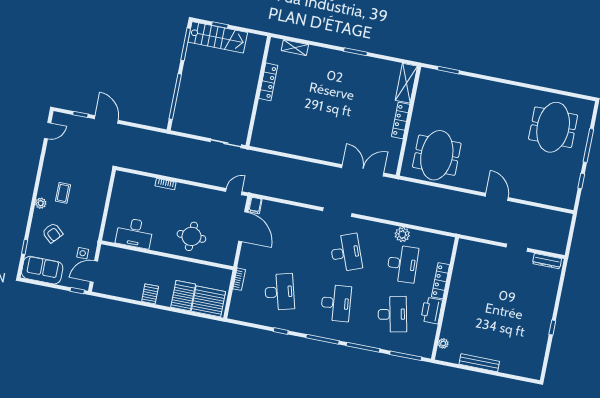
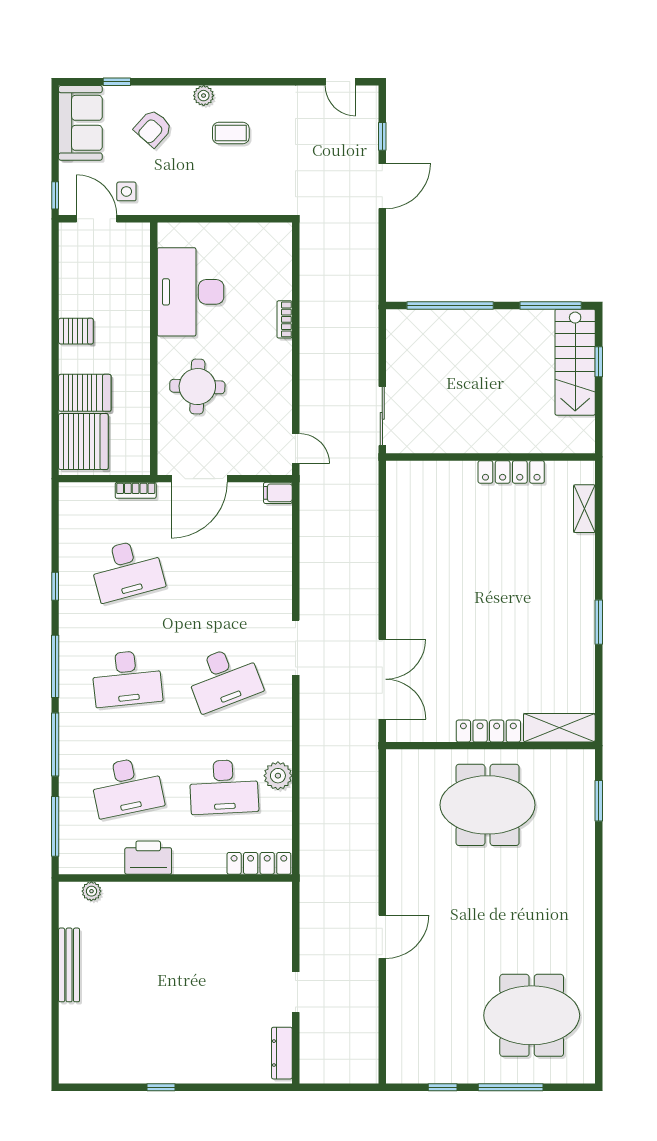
meeting table: (437, 155) -> (488, 805), moved
door: (243, 227) -> (199, 479), moved
desk: (135, 233) -> (191, 292), width x1.36, depth x1.30
locker: (441, 281) -> (259, 863), moved

